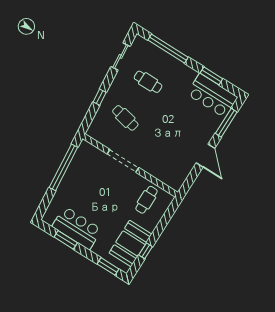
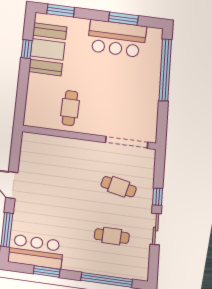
sliding door: (120, 56) -> (156, 229), moved
doorway: (123, 161) -> (127, 142), moved
window: (63, 167) -> (165, 70), moved
cafe table: (146, 200) -> (70, 108), moved

